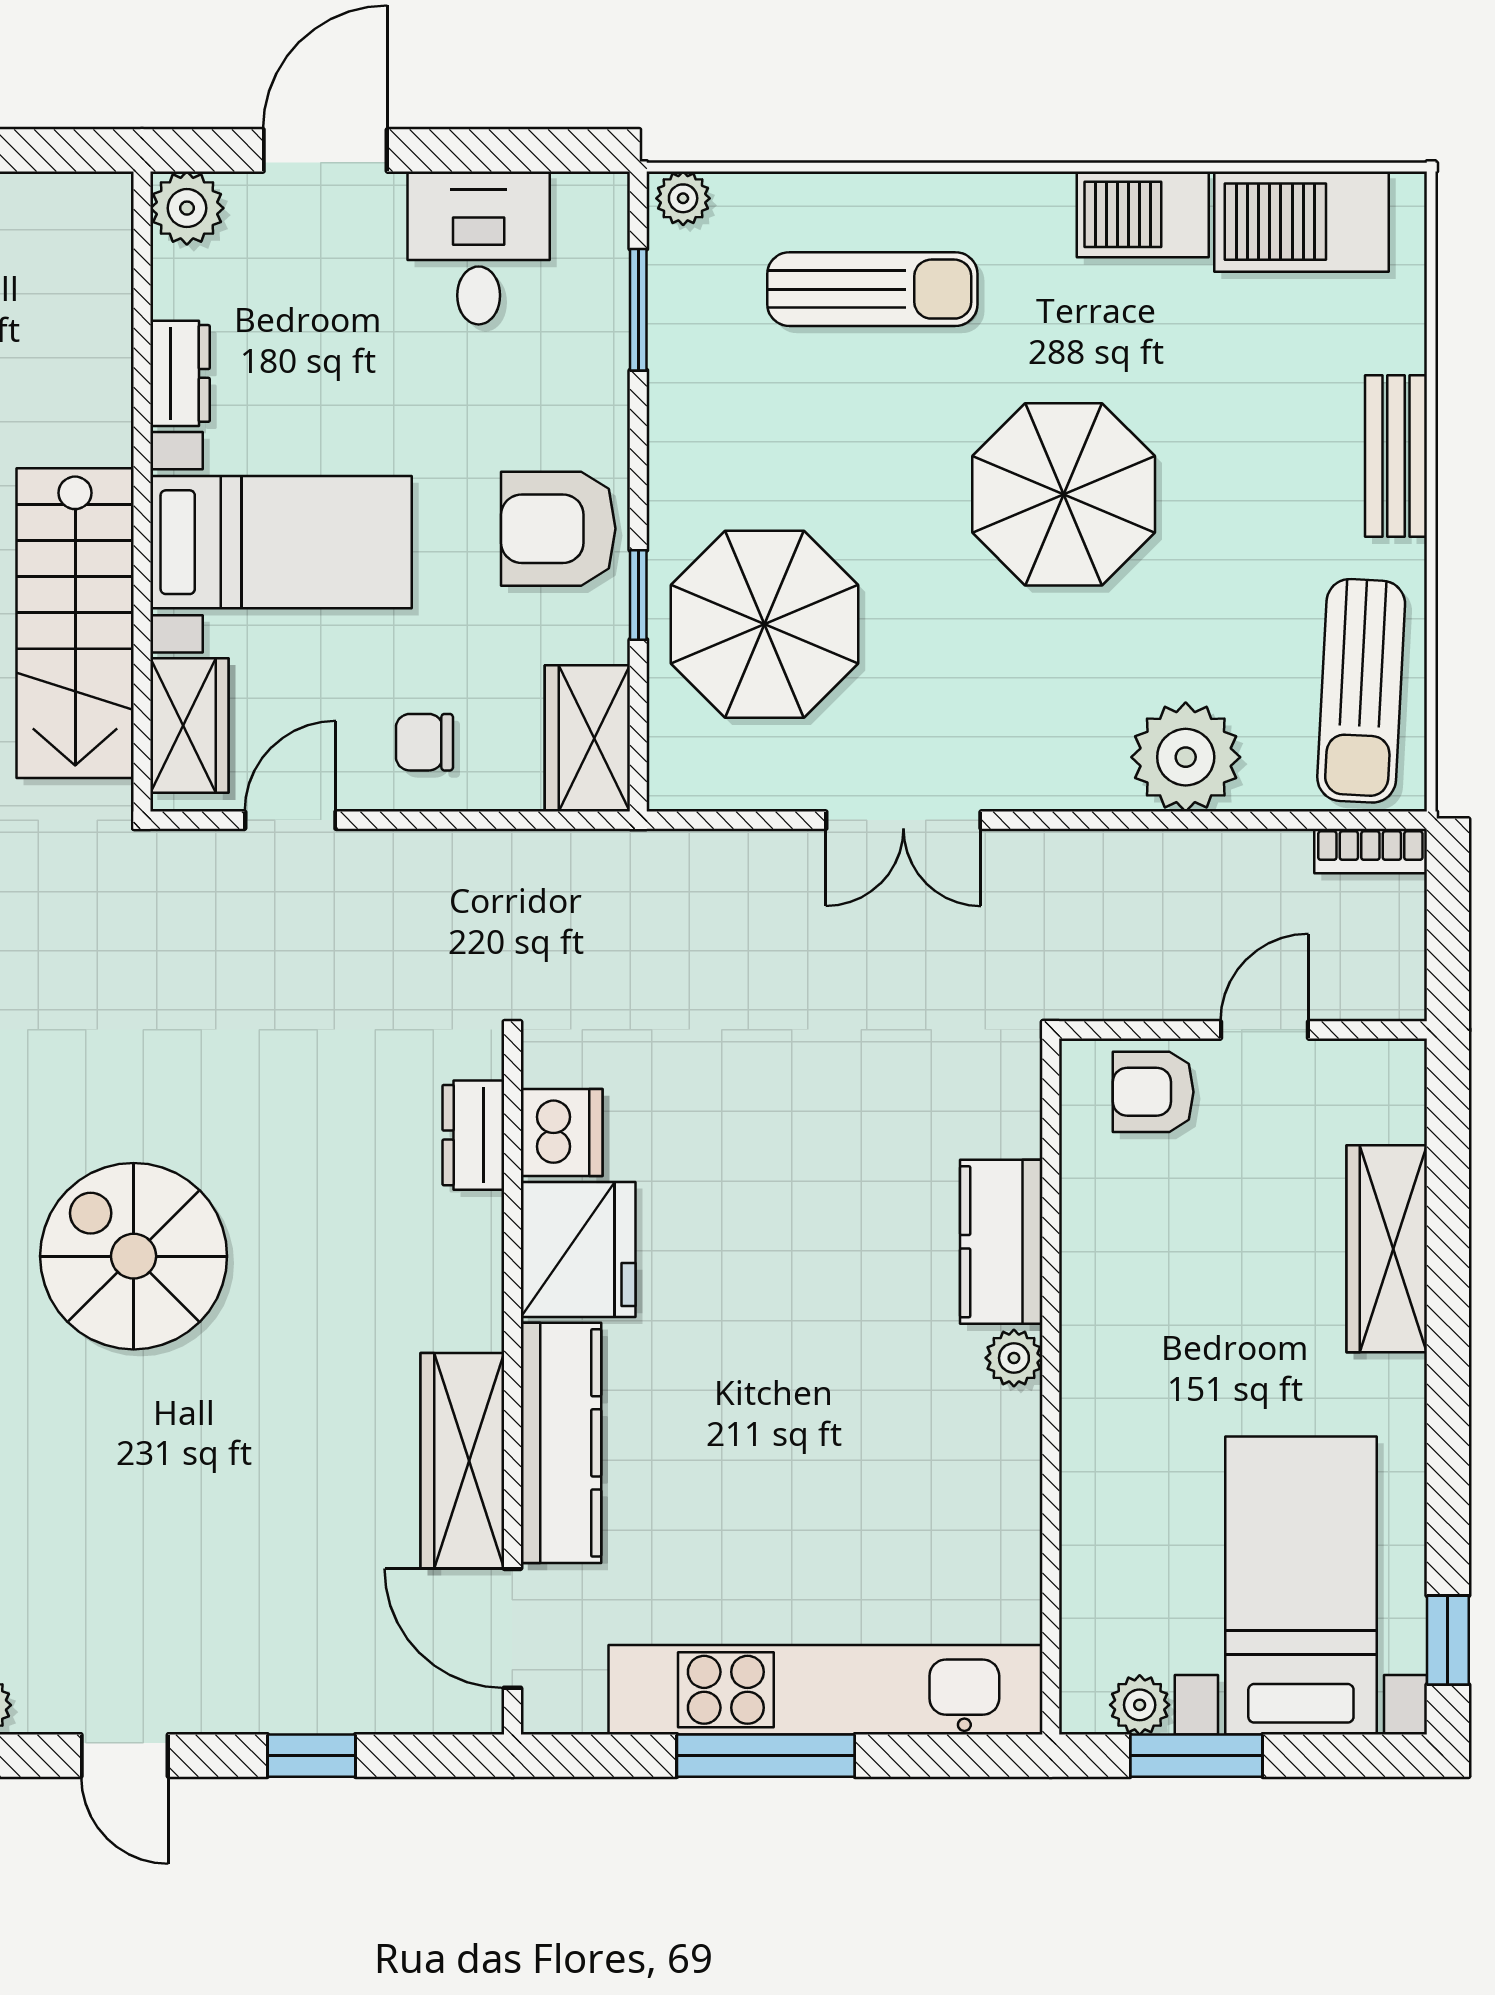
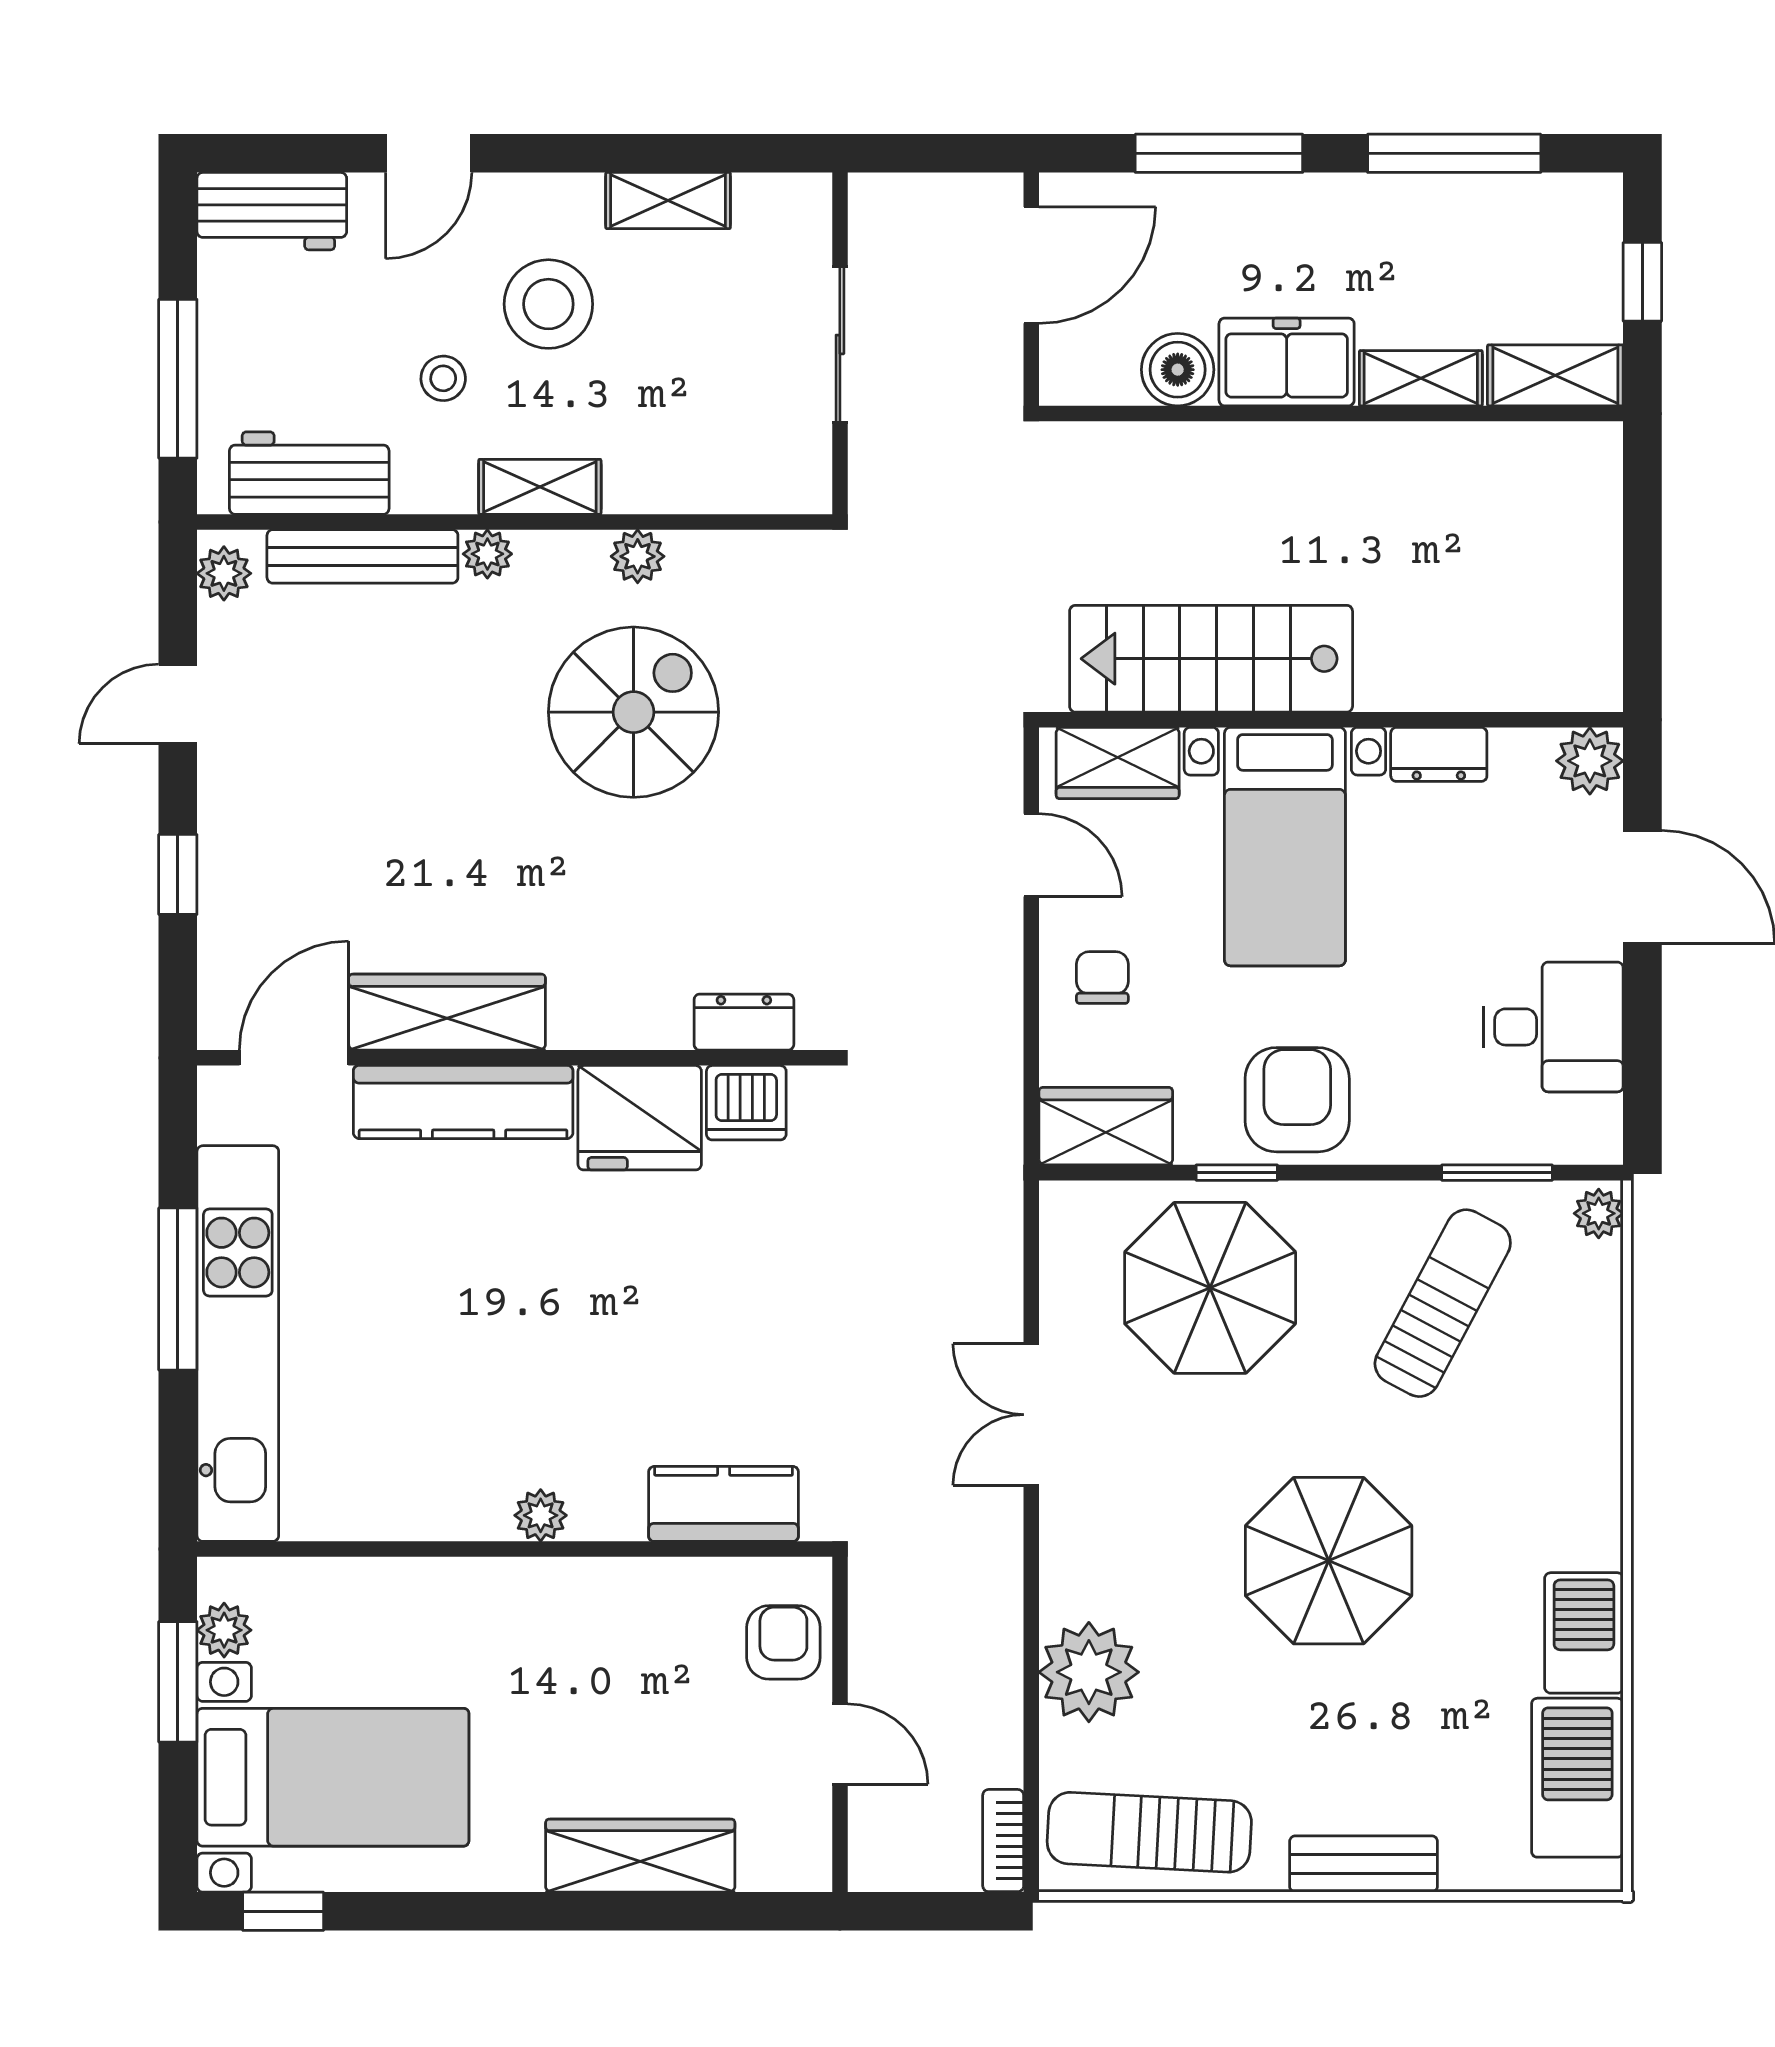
sun lounger: (872, 289) -> (1443, 1303), moved, turned -152
kitchen counter: (1001, 1242) -> (724, 1504), moved

